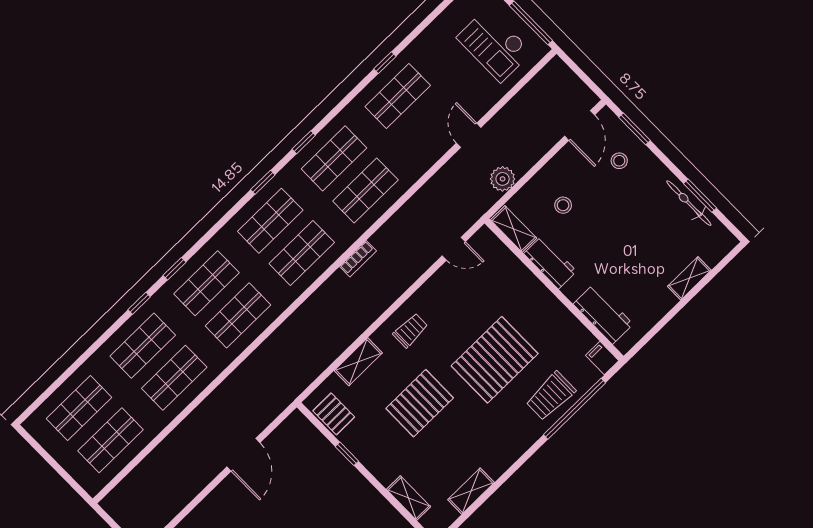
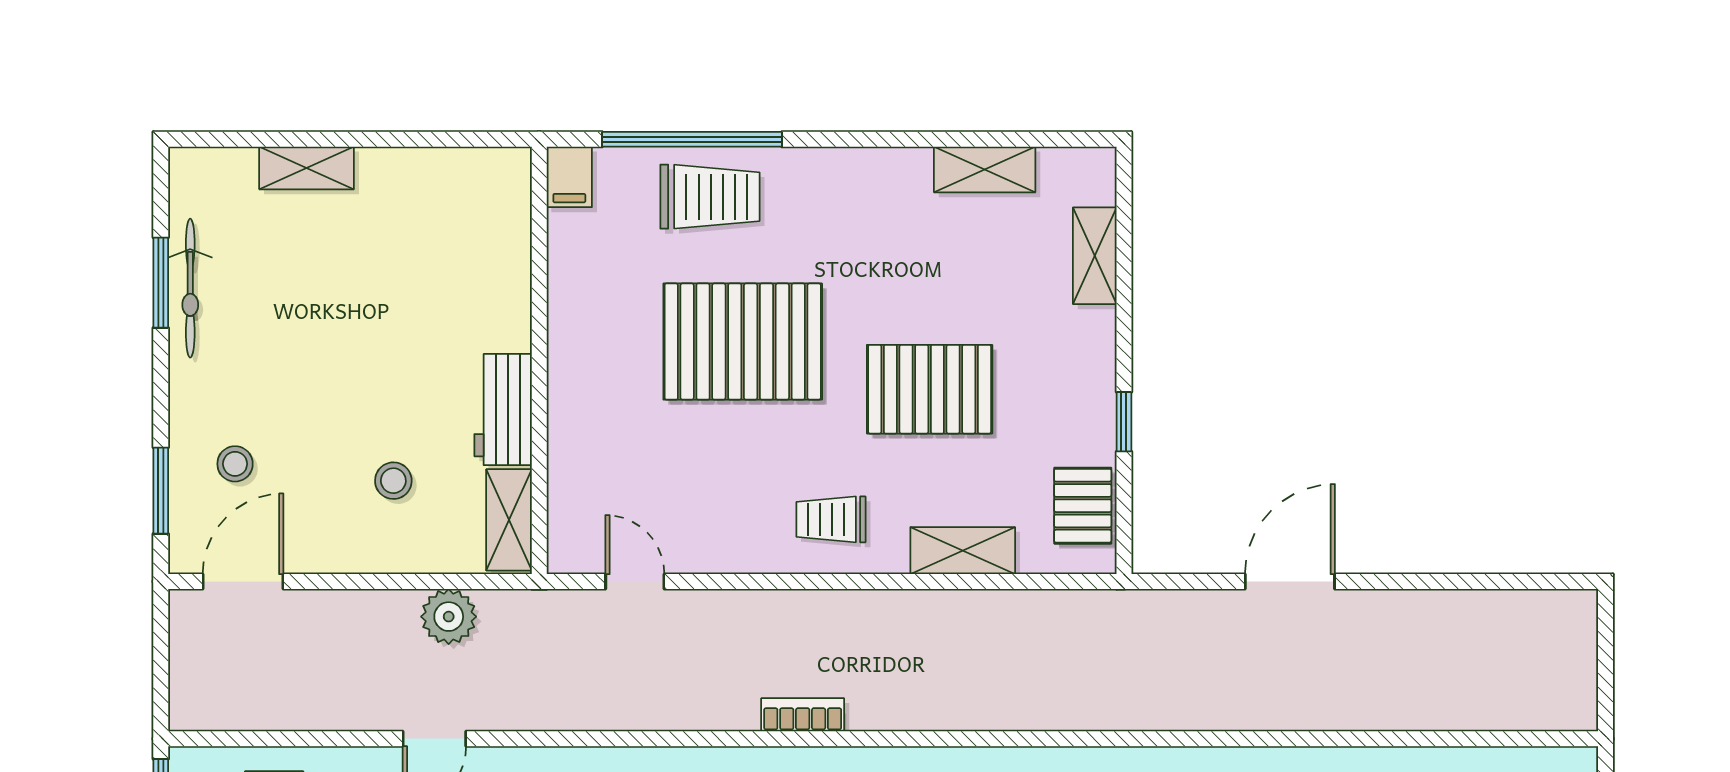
workbench: (603, 314) -> (499, 245), removed

